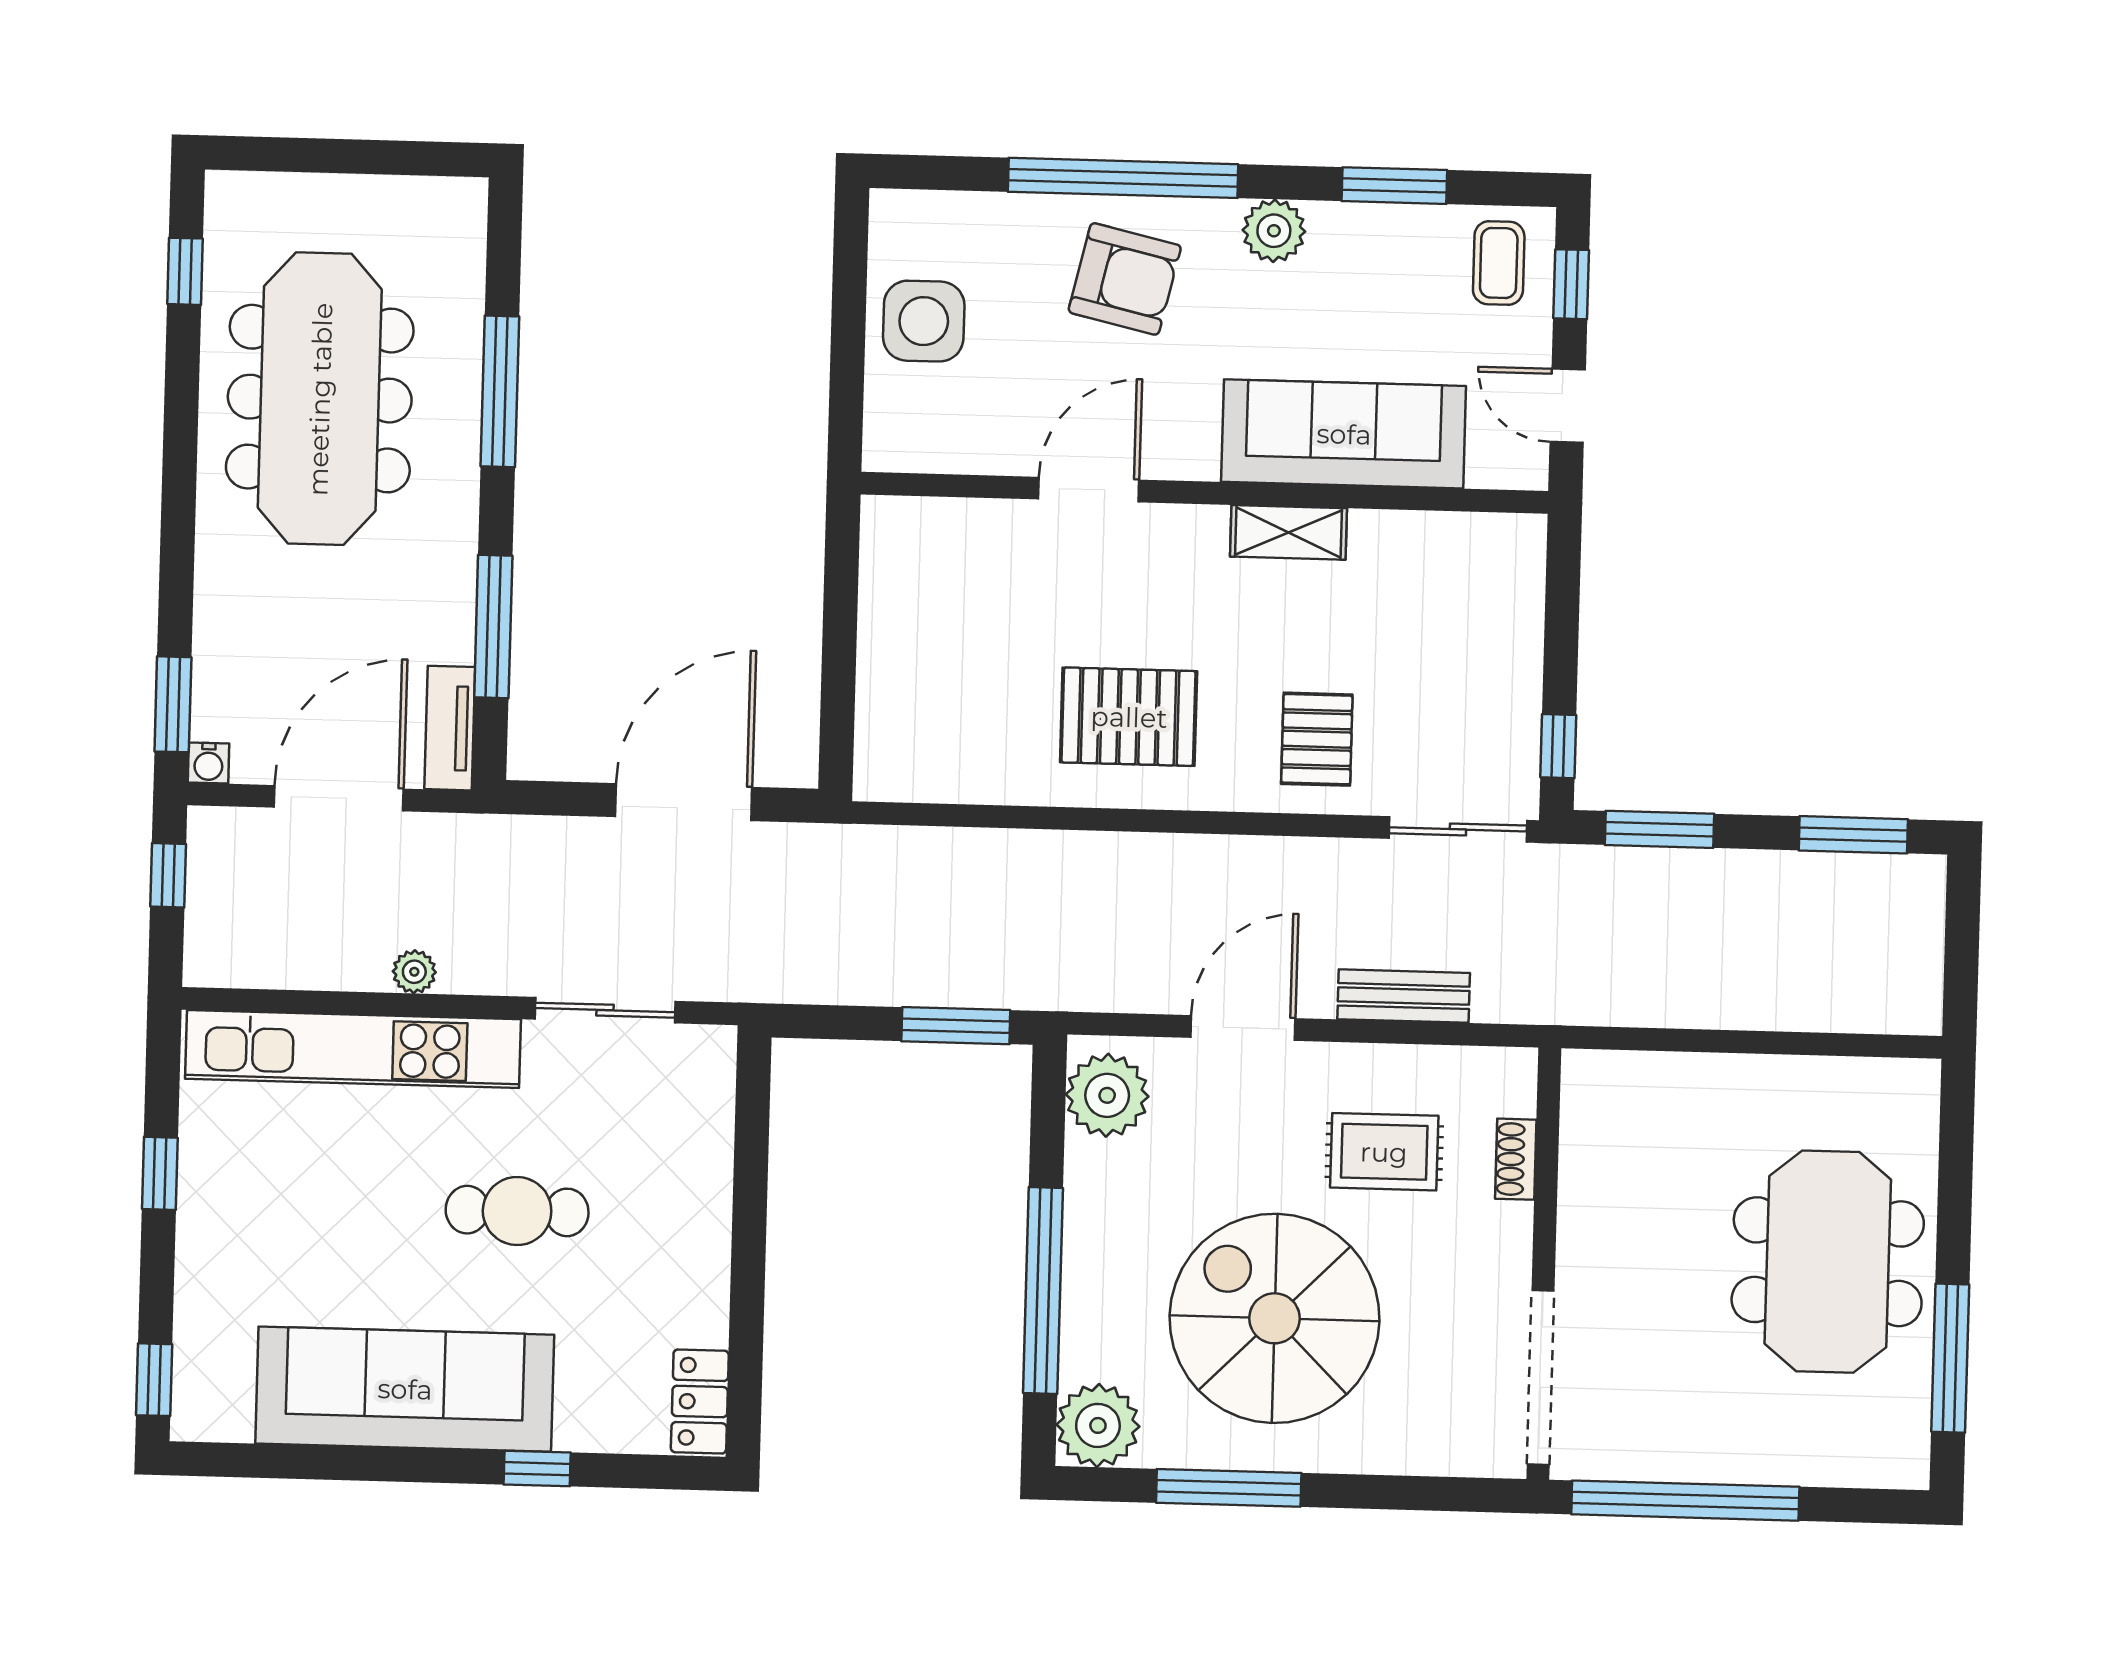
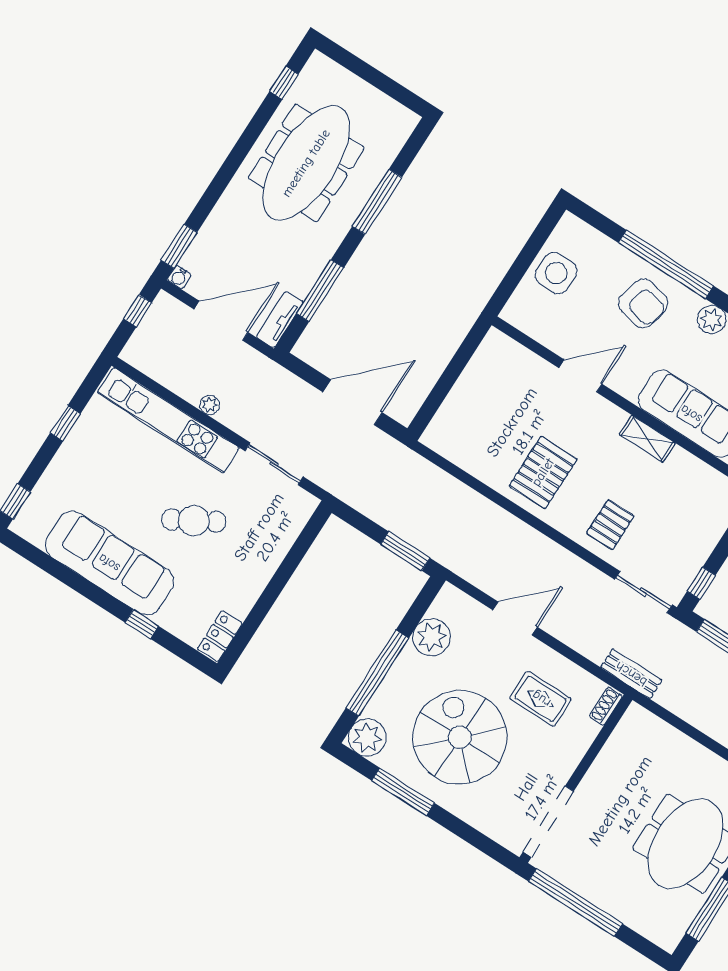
pallet: (1129, 717) -> (543, 472), turned 90
bench: (1404, 996) -> (631, 674), moved
plant: (1107, 1095) -> (432, 637), moved
shoe rack: (1516, 1159) -> (606, 706), moved
cafe table: (517, 1211) -> (194, 521), turned -30

